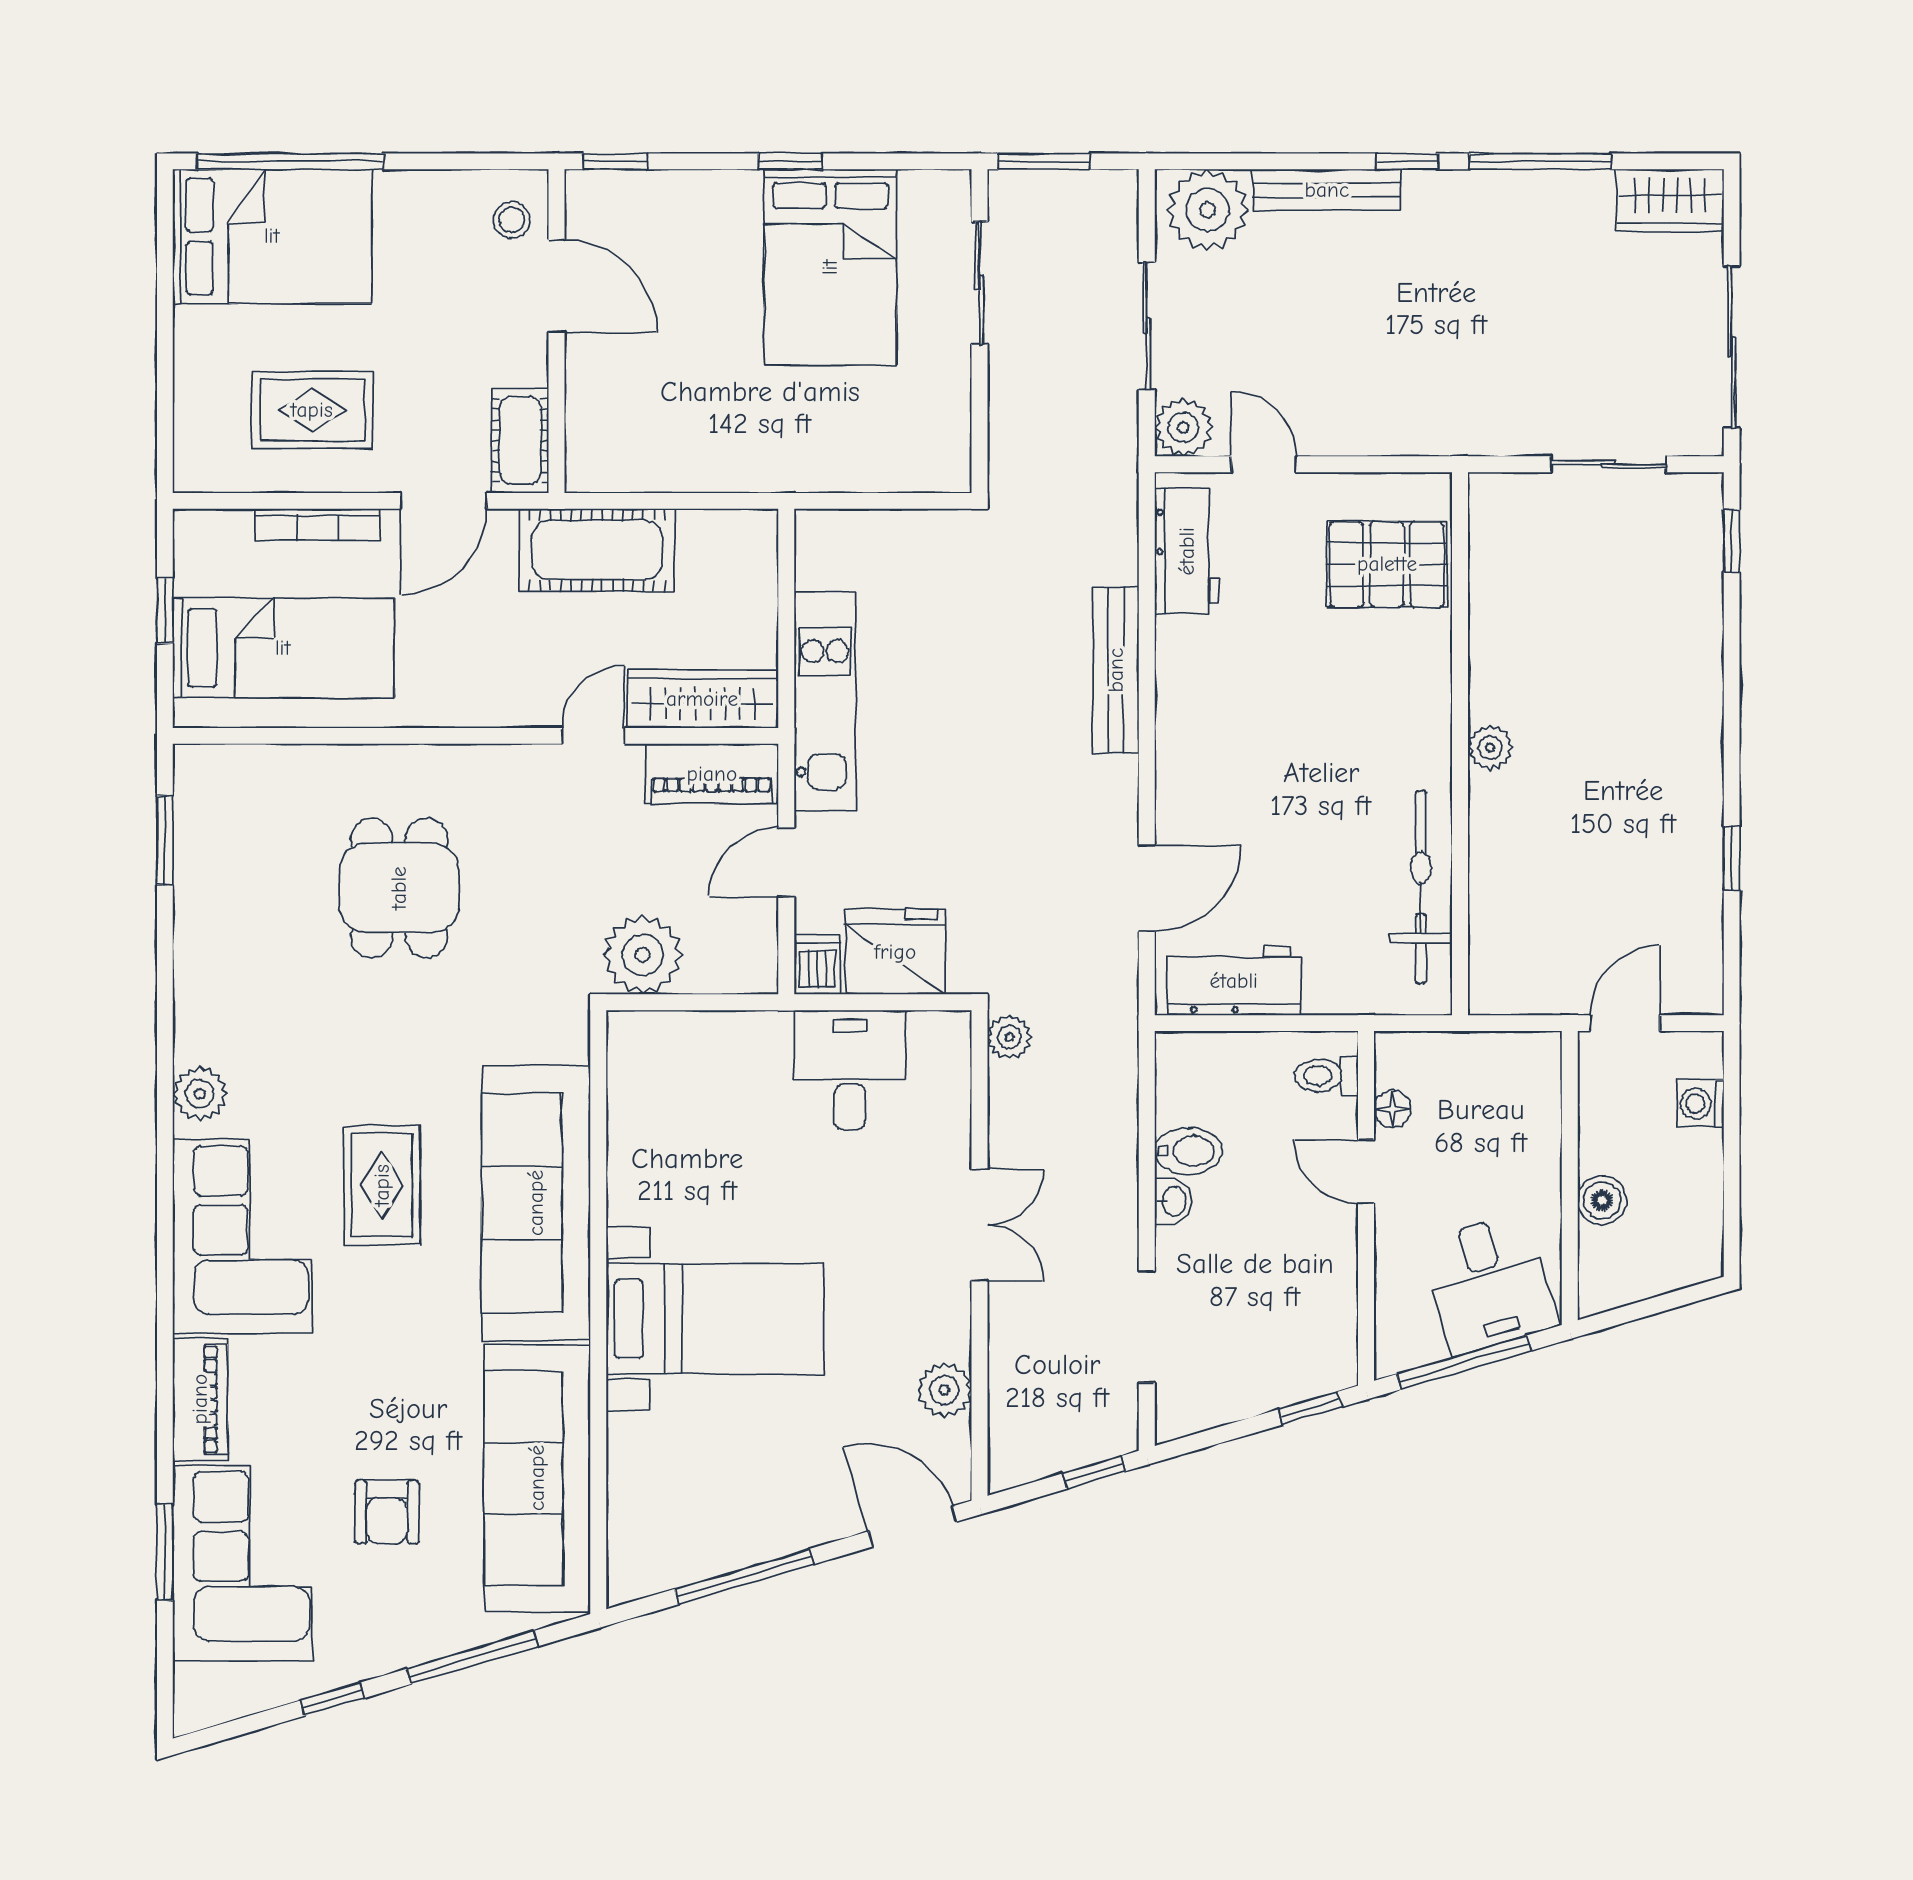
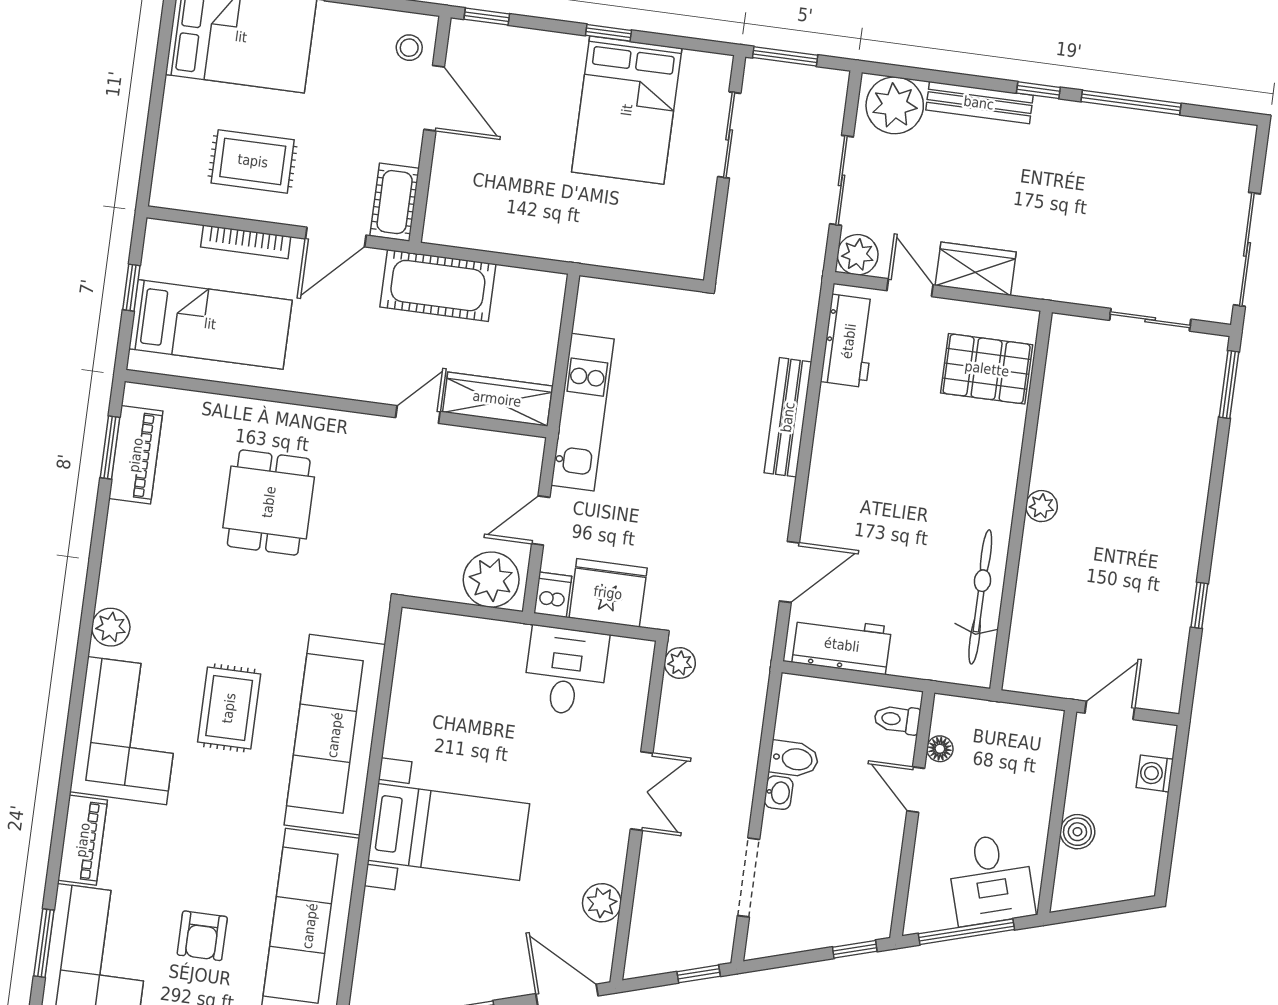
wardrobe: (1670, 200) -> (976, 269), moved, turned 180
window: (1732, 541) -> (1229, 385), width x1.50
piano: (712, 774) -> (136, 455), moved, turned -90
plant: (643, 955) -> (491, 580), moved

